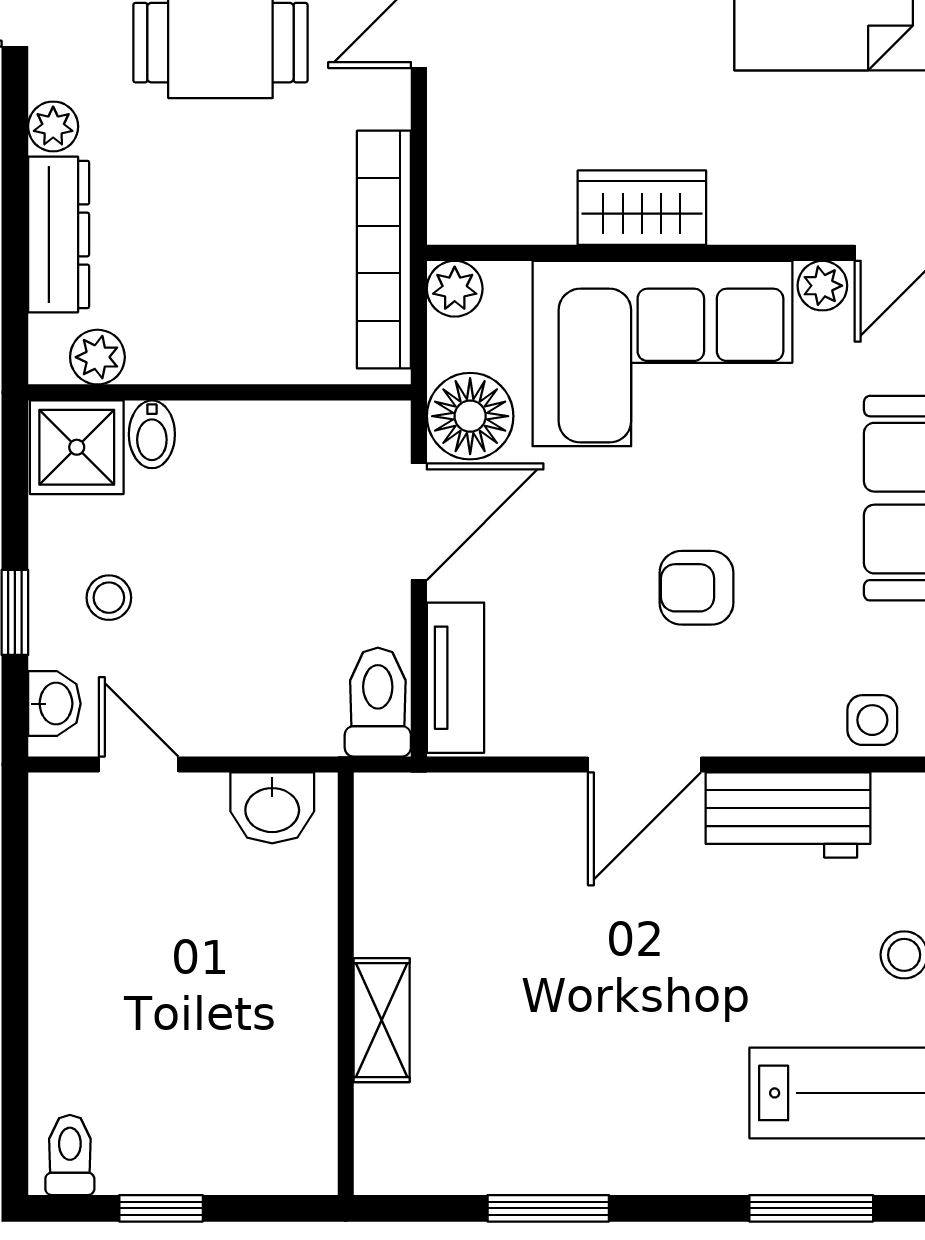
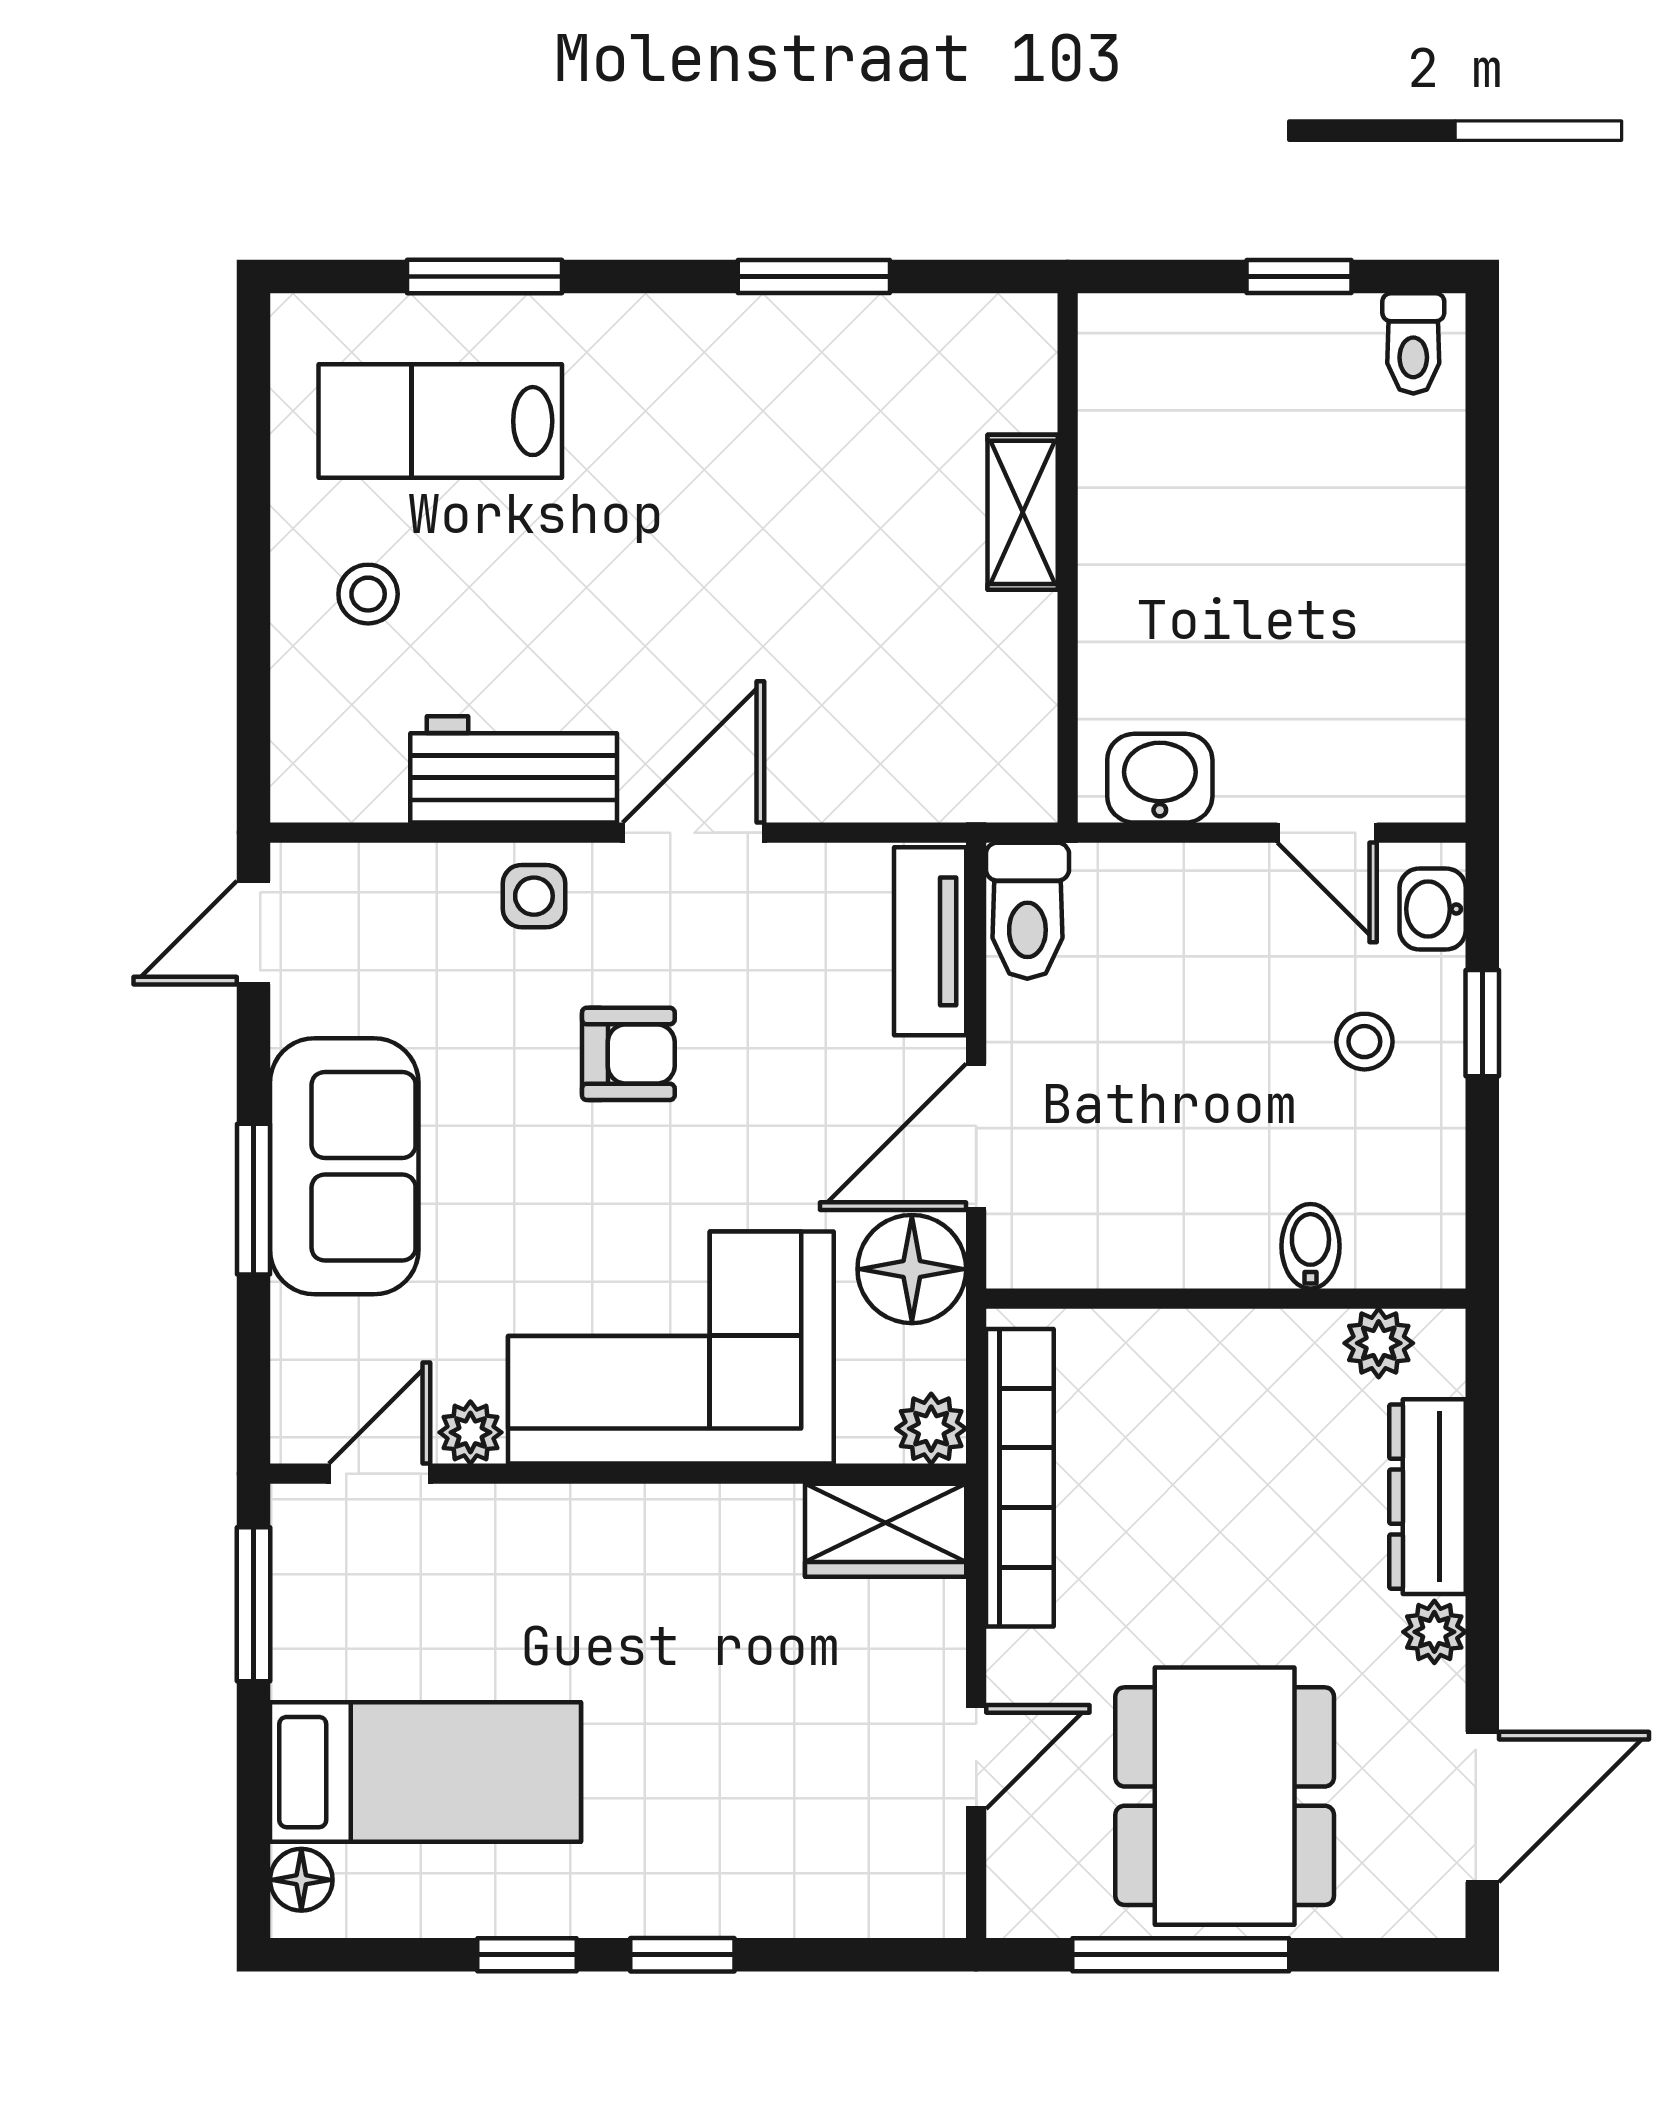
wardrobe: (642, 208) -> (886, 1530), moved
shower: (77, 447) -> (1405, 1230), removed
side table: (872, 720) -> (534, 896), moved

